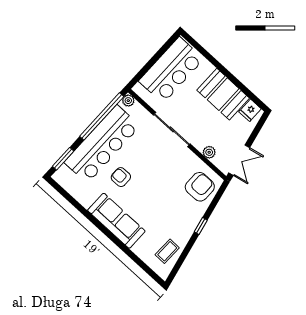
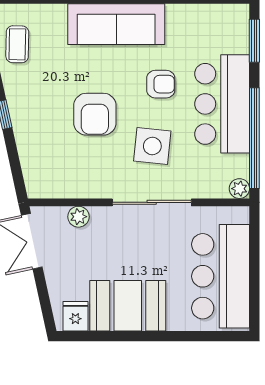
bar counter: (102, 144) -> (222, 104), width x0.73
side table: (149, 154) -> (152, 146), added
armchair: (200, 187) -> (95, 114), moved

